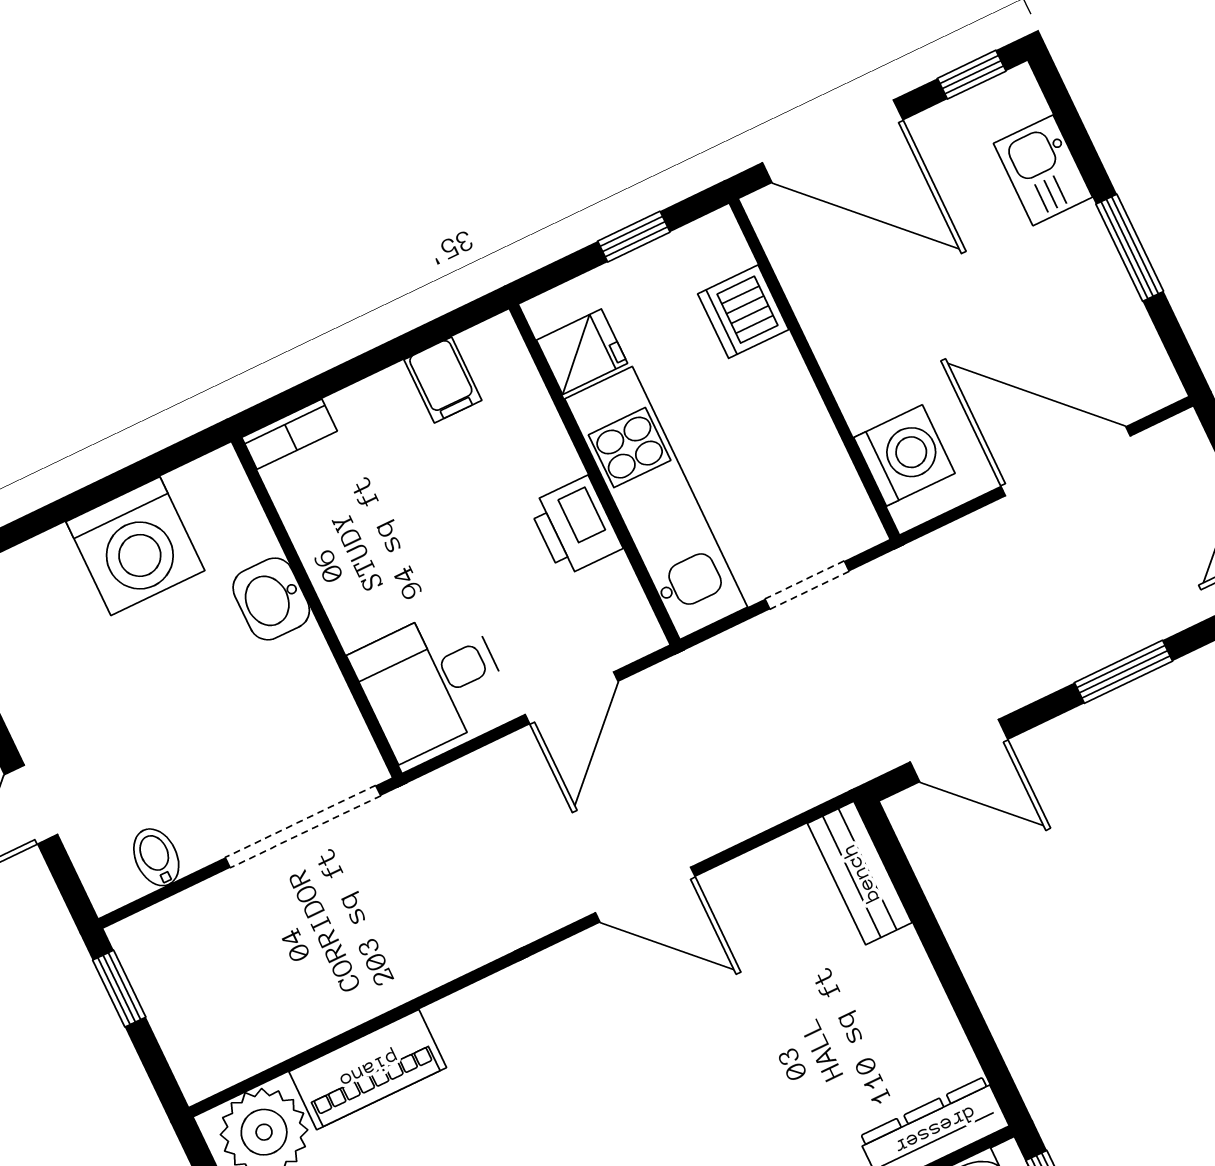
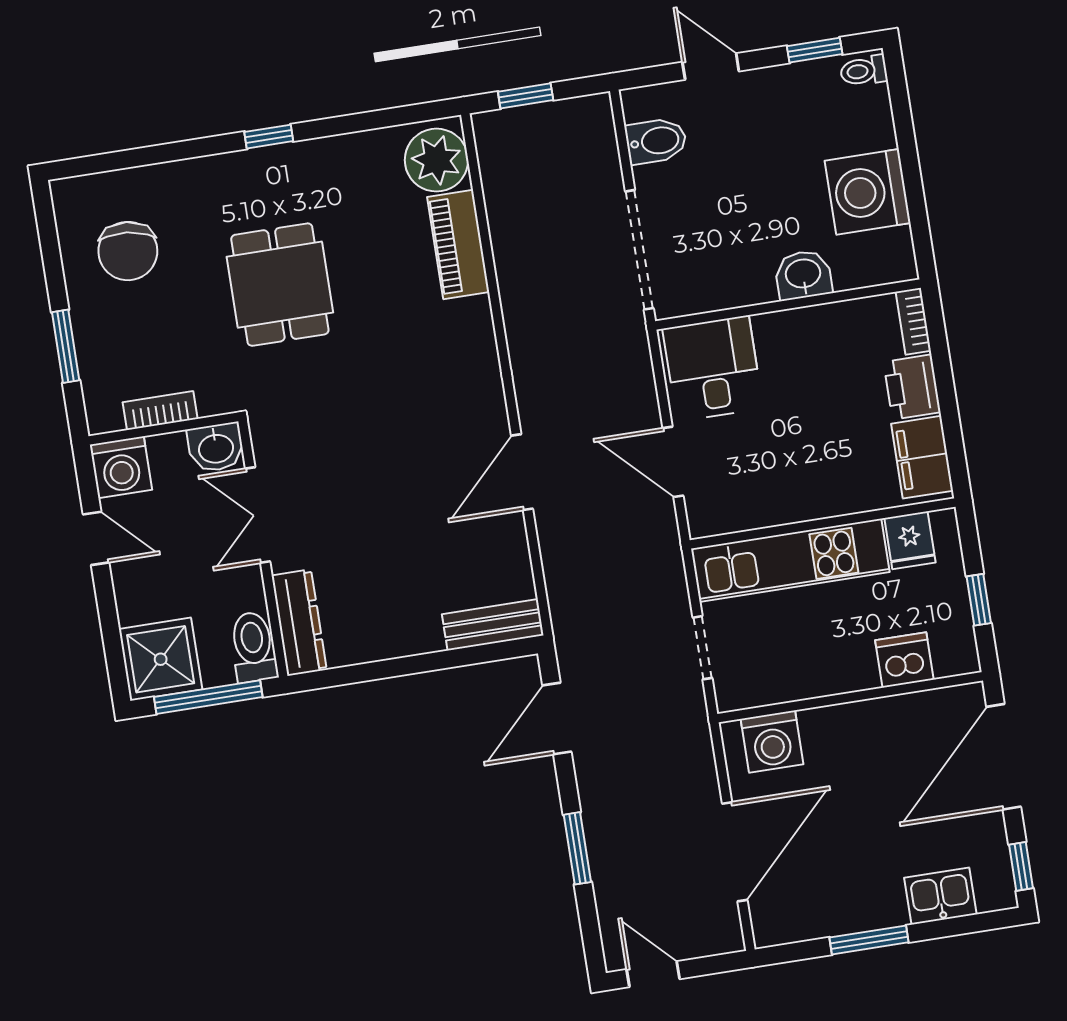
filing cabinet: (443, 380) -> (922, 457), width x2.00
printer: (575, 526) -> (912, 387), moved, turned -90
bidet: (156, 857) -> (656, 141), width x1.38, depth x1.36
window: (119, 989) -> (526, 96), moved

